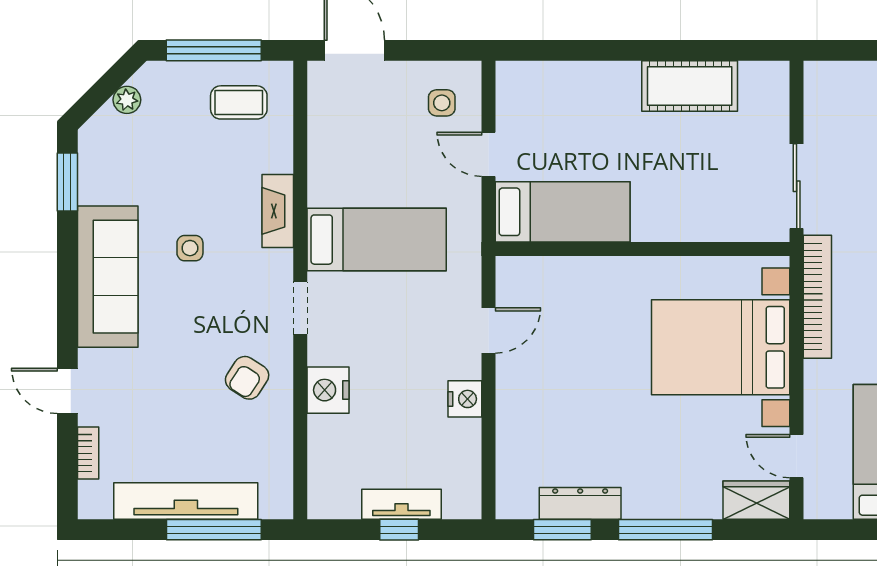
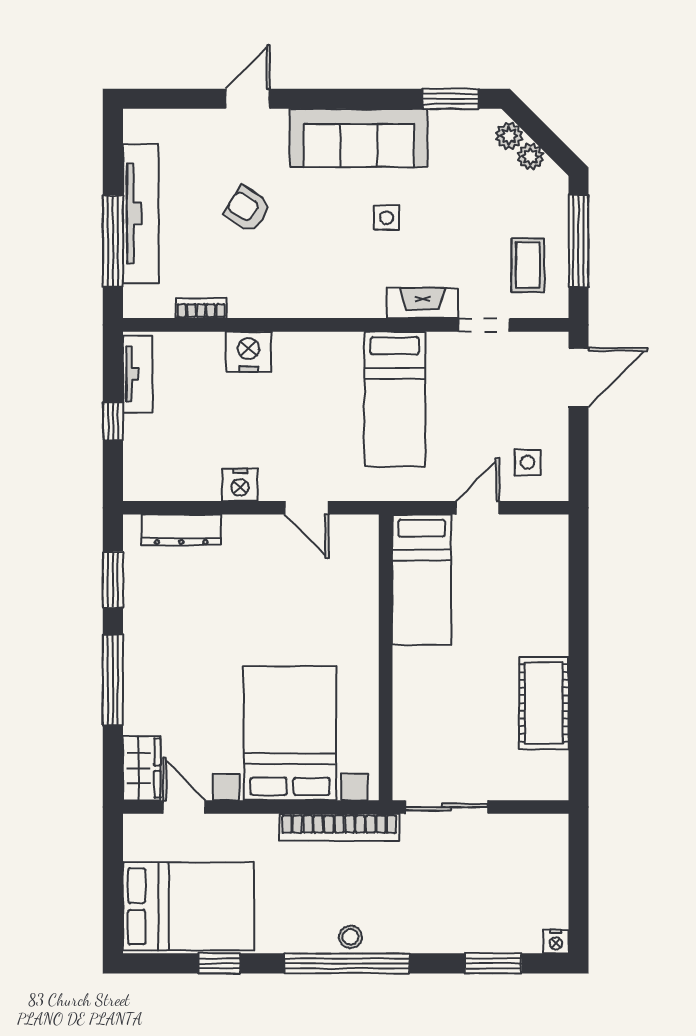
plant: (106, 122) -> (509, 136), added
doorway: (300, 308) -> (484, 325), moved
armchair: (247, 378) -> (247, 209), moved
bookcase: (88, 453) -> (201, 308), moved, turned 180
door: (797, 456) -> (184, 807), hinge flipped
dresser: (580, 503) -> (181, 530), moved, turned 90
tv unit: (401, 504) -> (138, 374), moved

